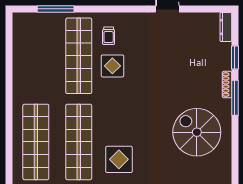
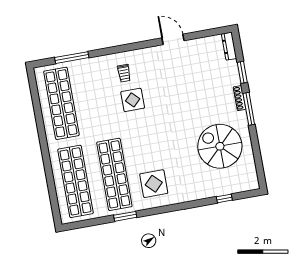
shop shelf: (79, 56) -> (61, 103), moved

